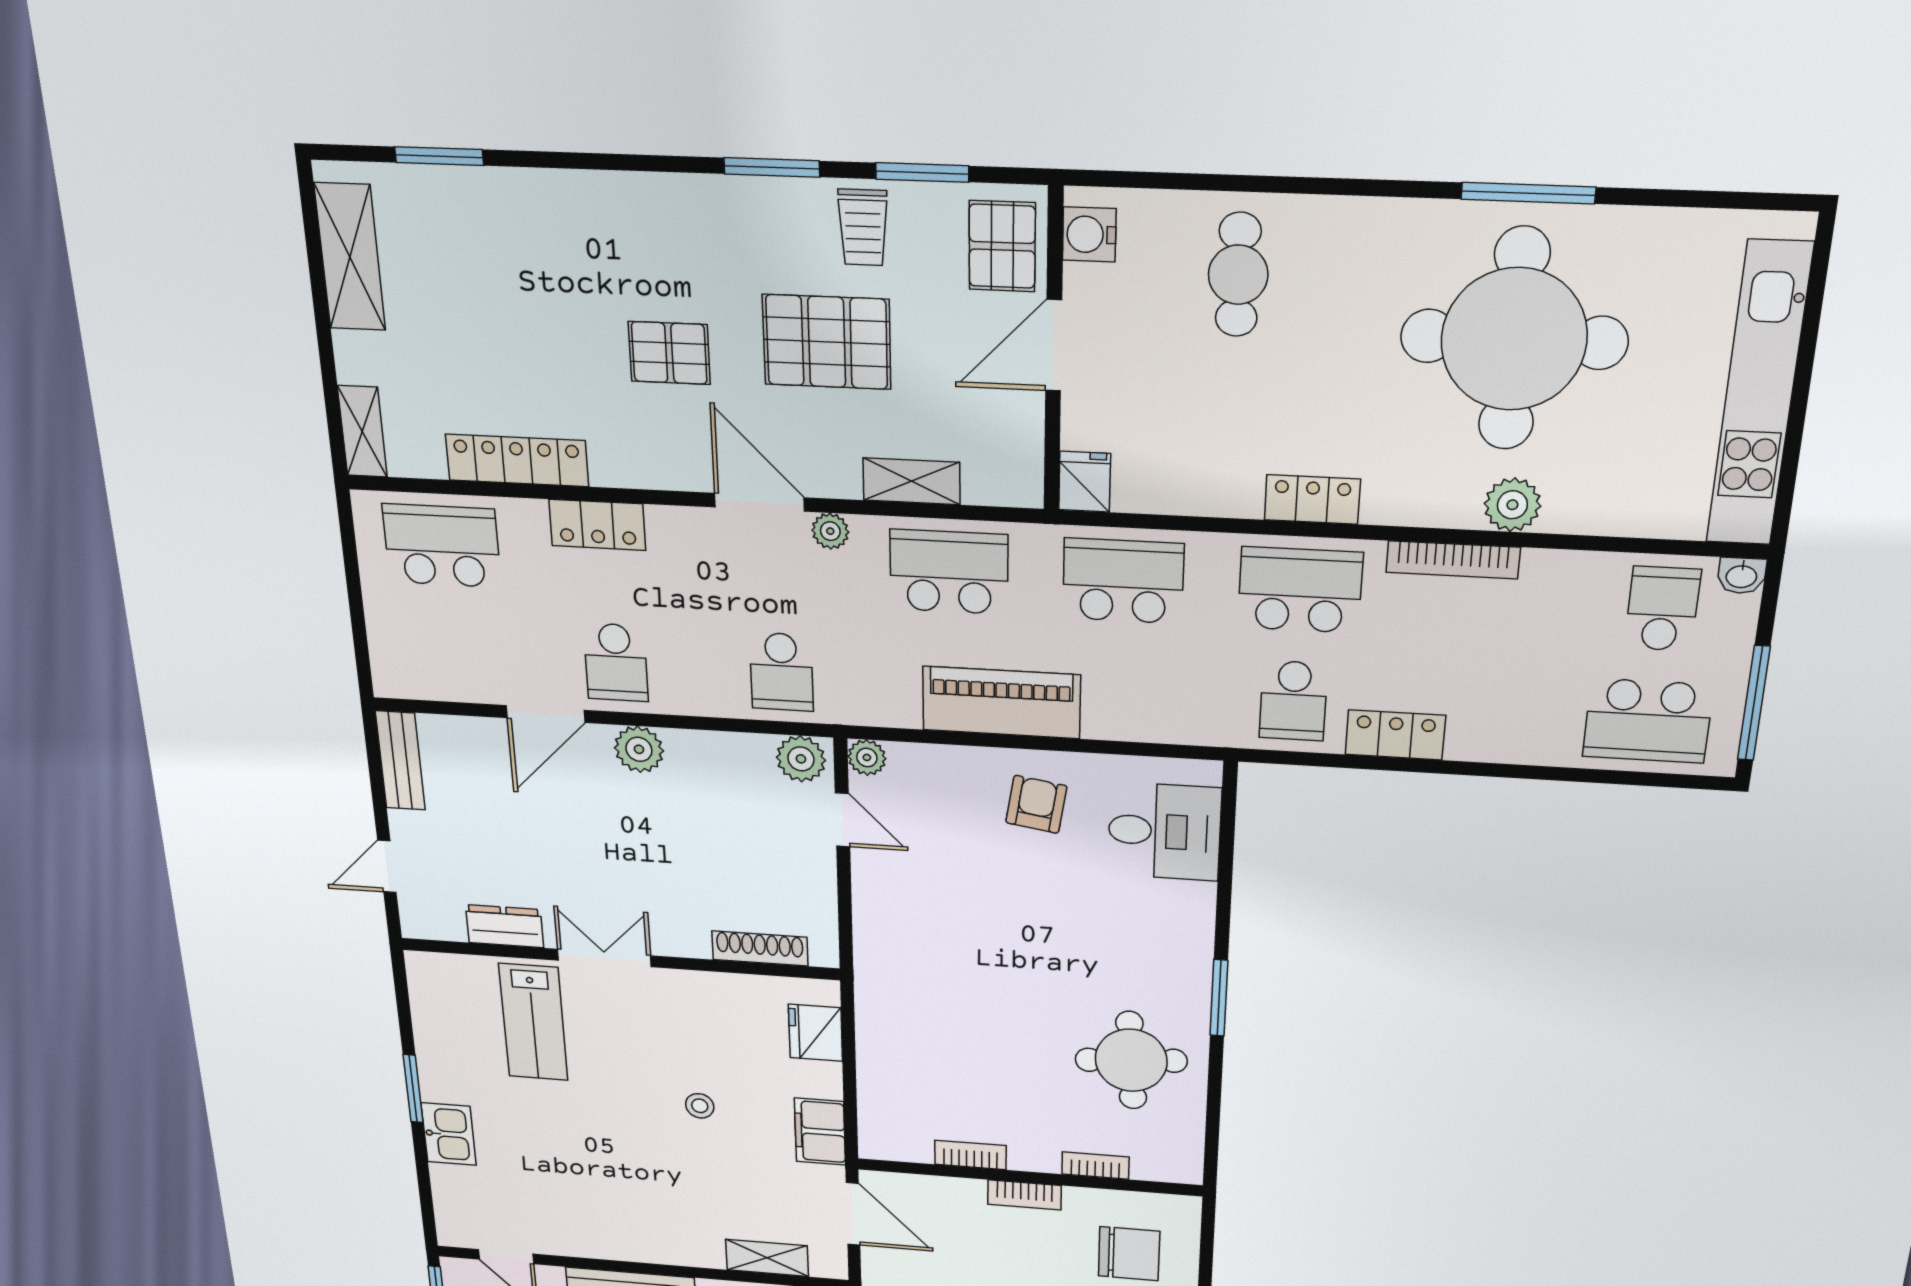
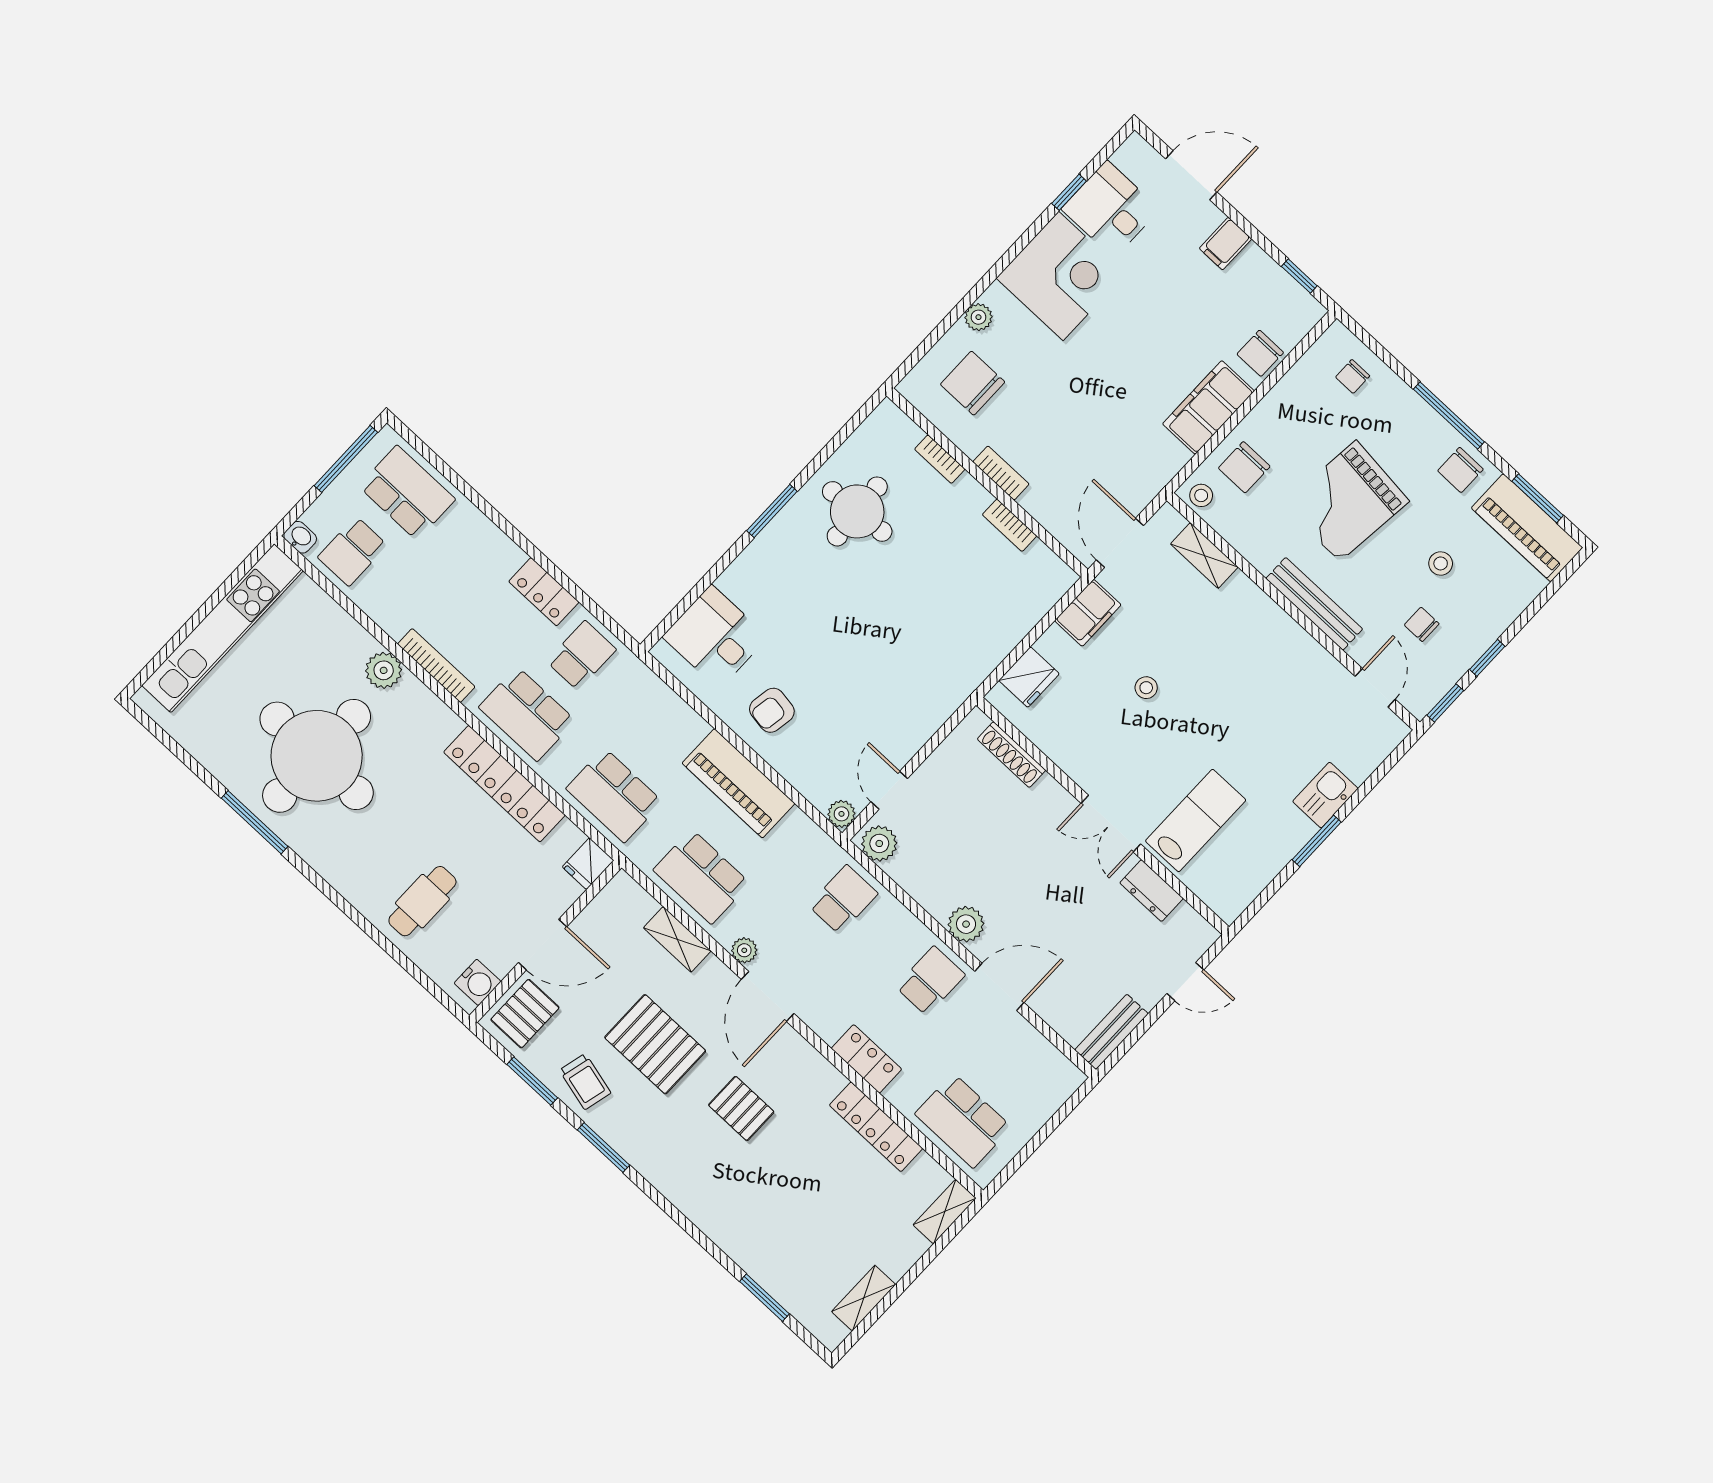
trolley: (863, 227) -> (585, 1082), turned 104
shelving: (350, 257) -> (864, 1298), width x0.67, depth x0.75
locker: (1312, 499) -> (504, 784), width x2.16, depth x1.21

